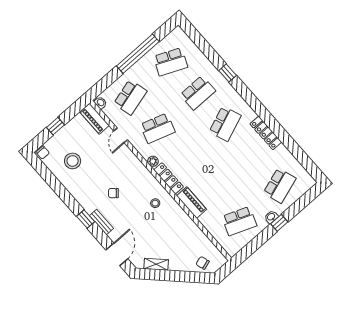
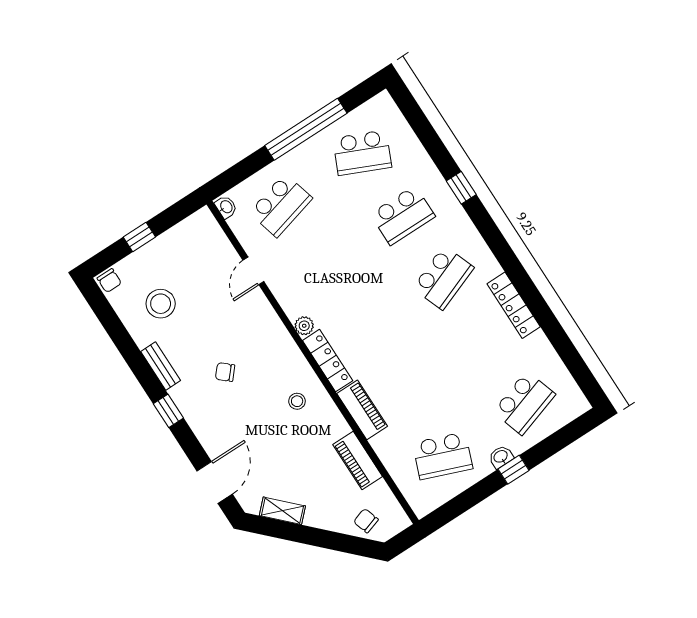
piano: (94, 119) -> (358, 460), moved
school desk: (158, 128) -> (321, 268), removed
bench: (101, 222) -> (161, 366), moved

